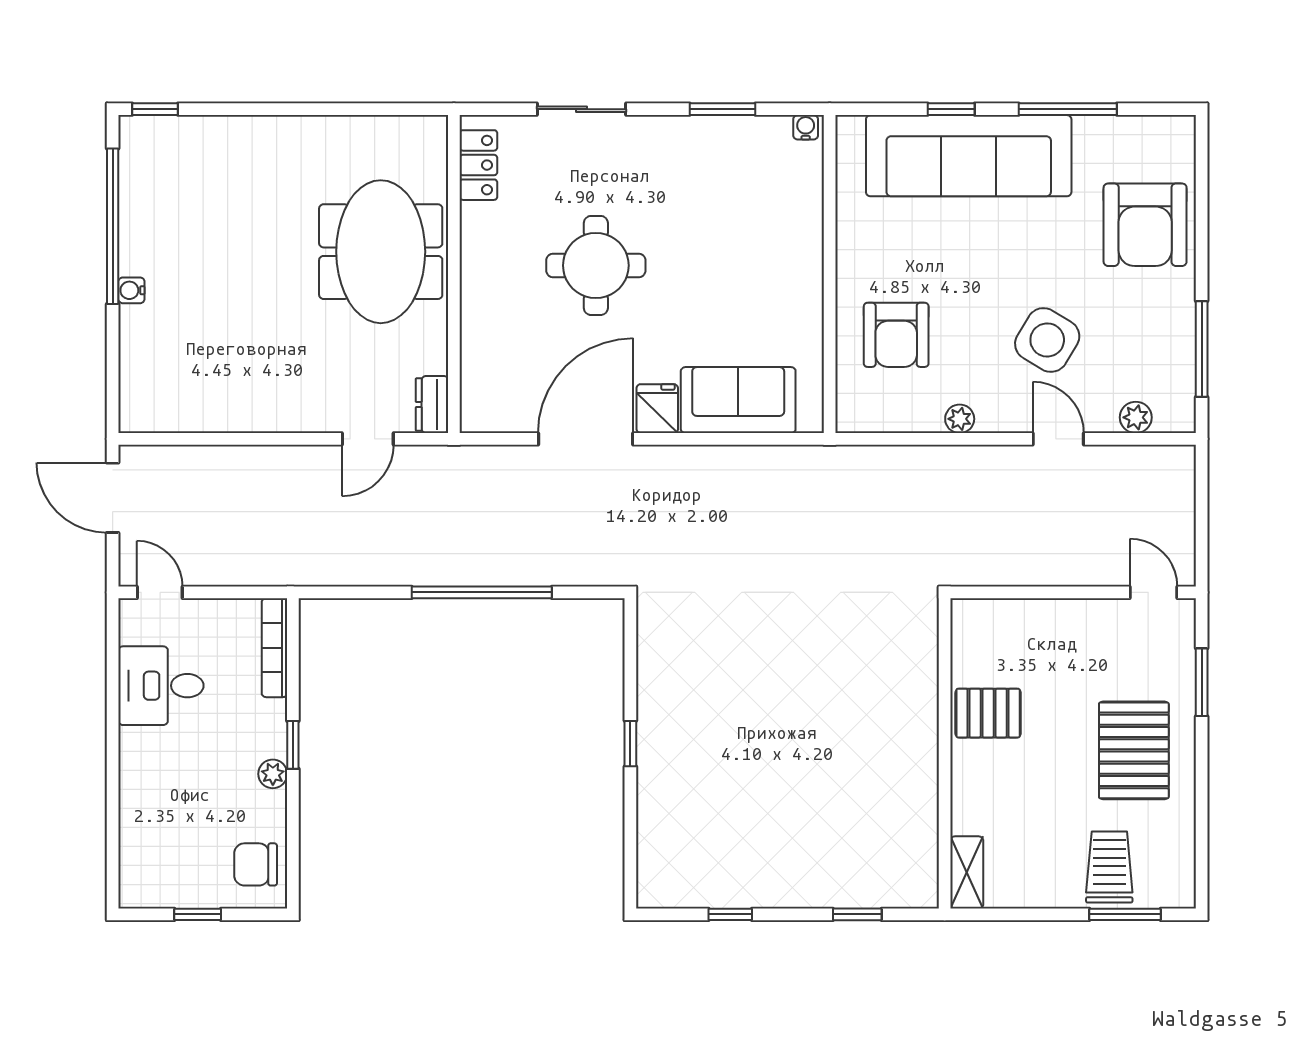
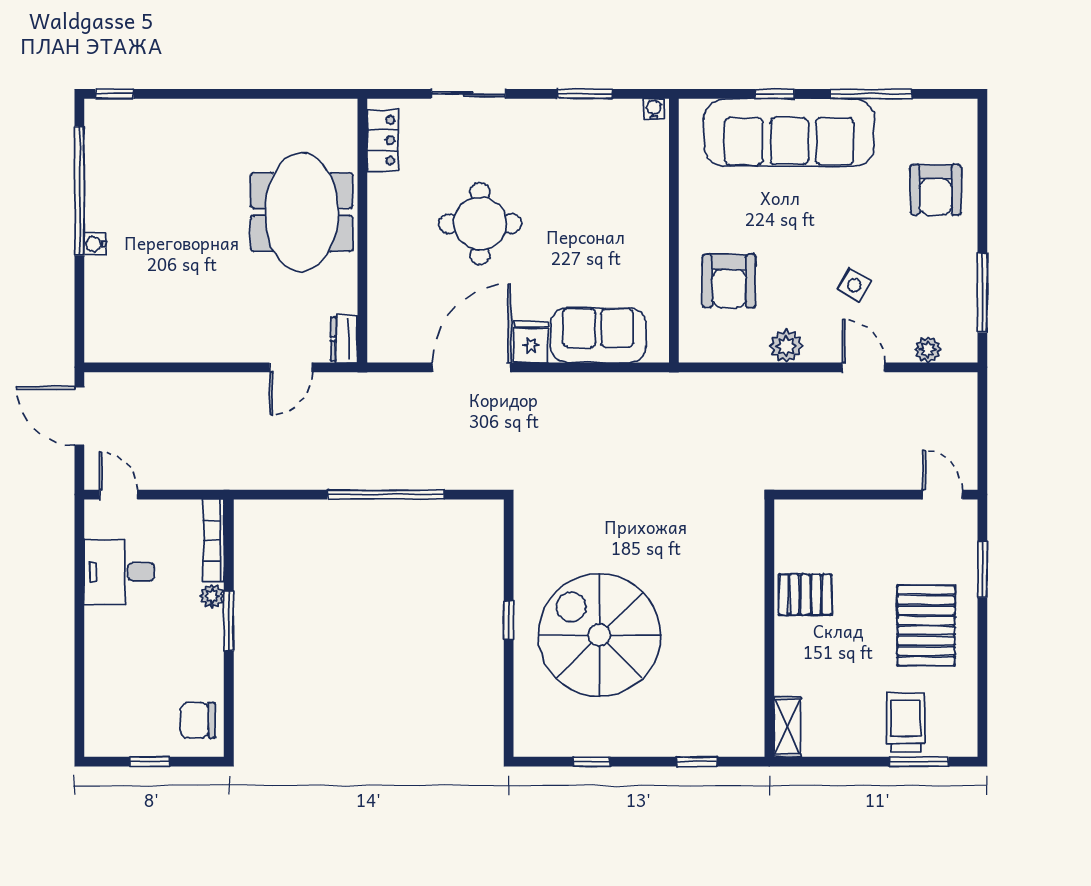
armchair: (1145, 225) -> (935, 190), width x0.73, depth x0.73
side table: (1047, 340) -> (854, 285), width x0.54, depth x0.54
plant: (960, 419) -> (786, 346), width x1.38, depth x1.38
window: (293, 745) -> (229, 621), width x1.50
spiral stairs: (740, 762) -> (599, 635), added
plant: (273, 774) -> (212, 596), moved

